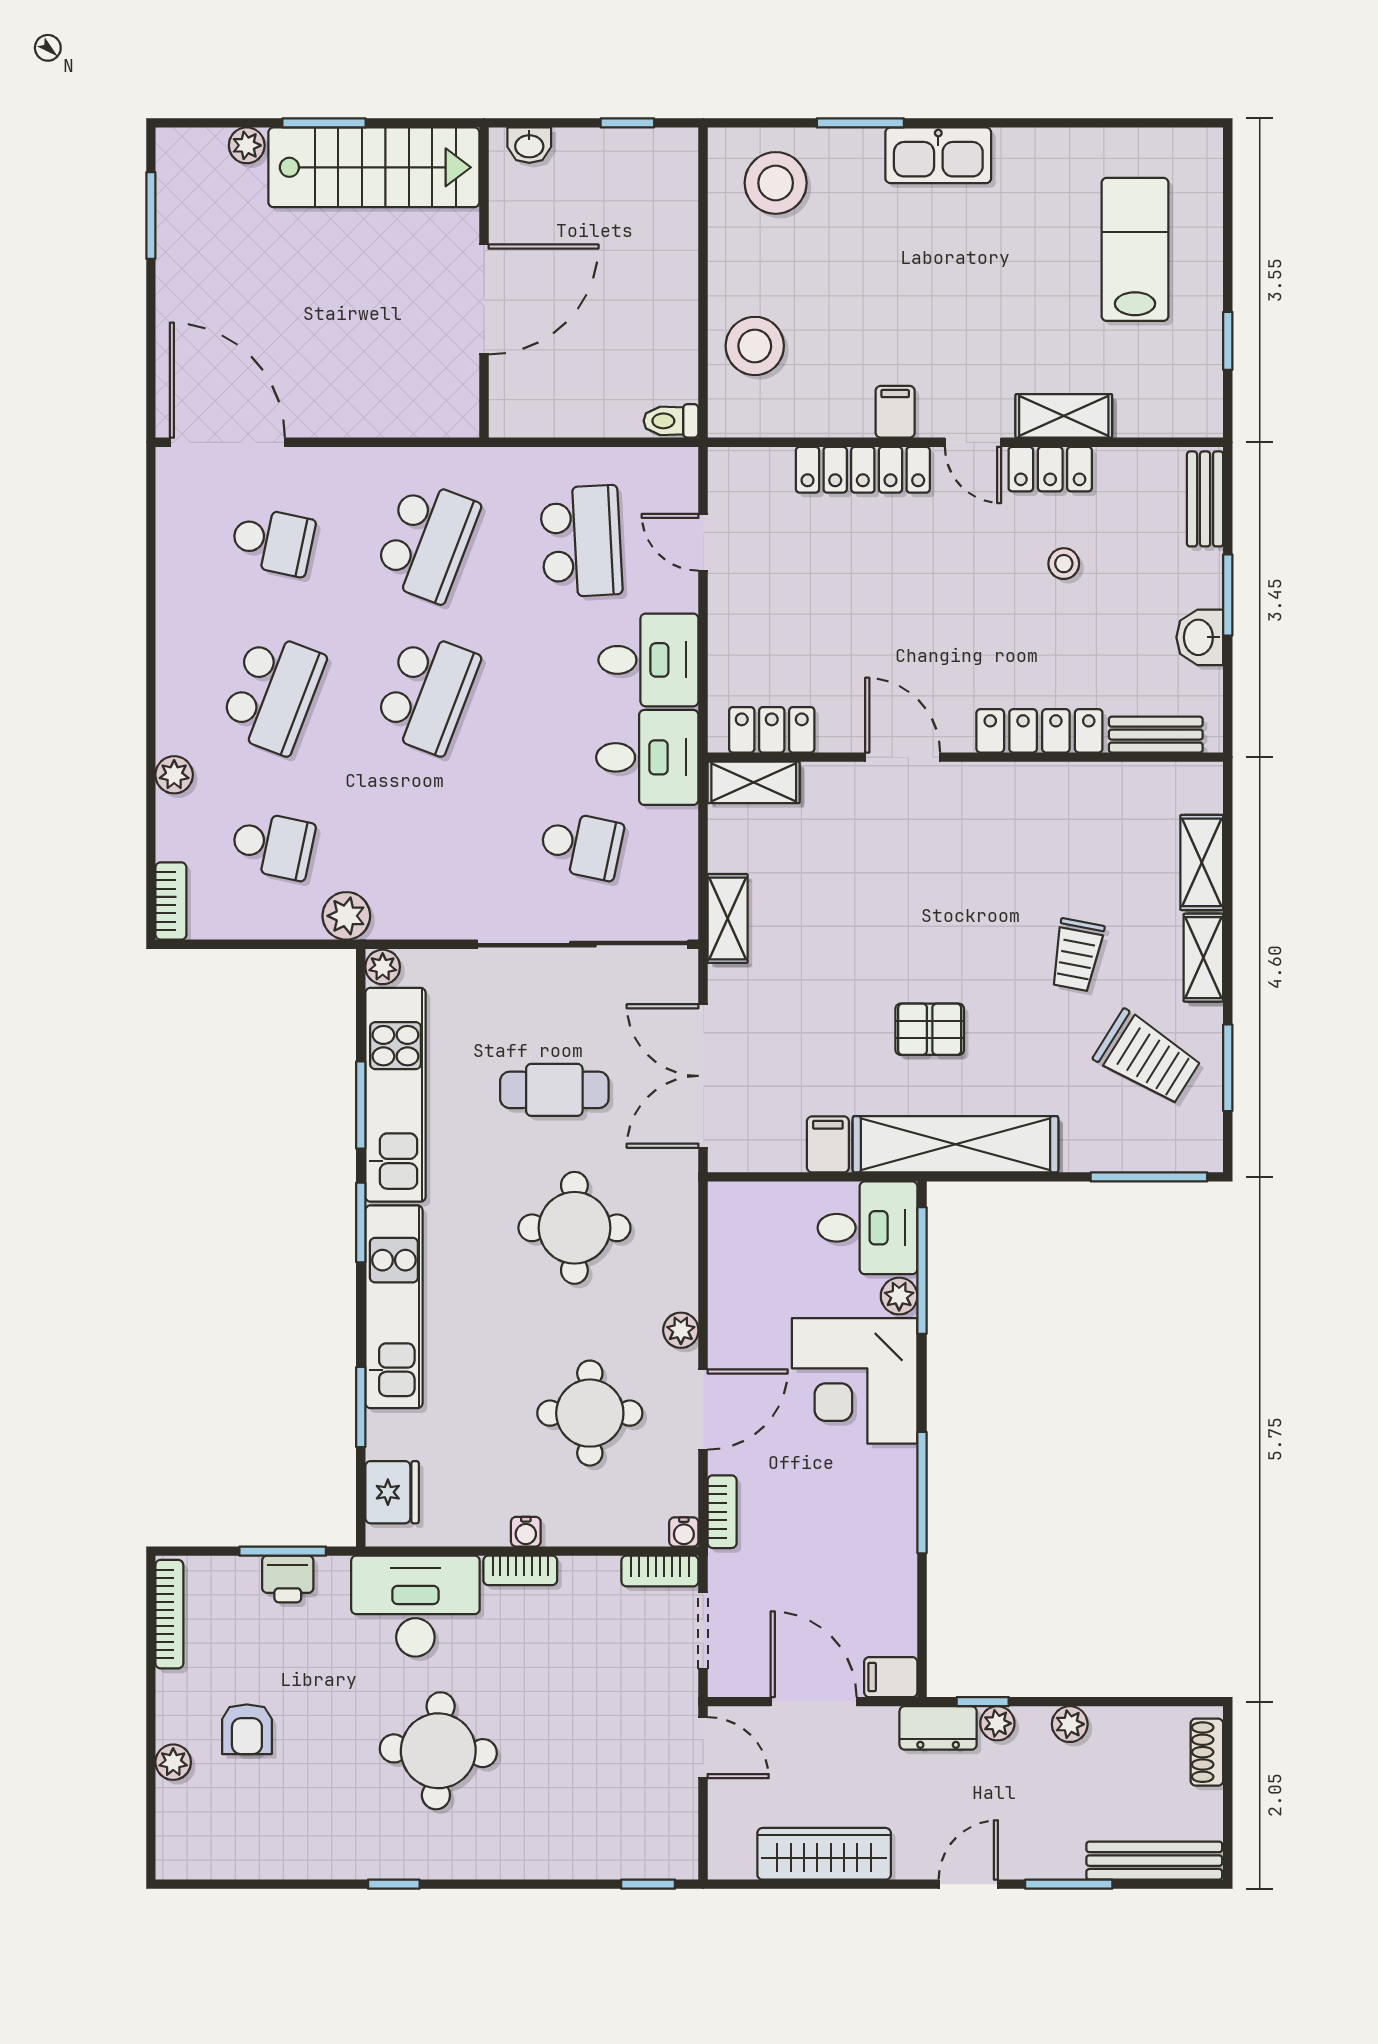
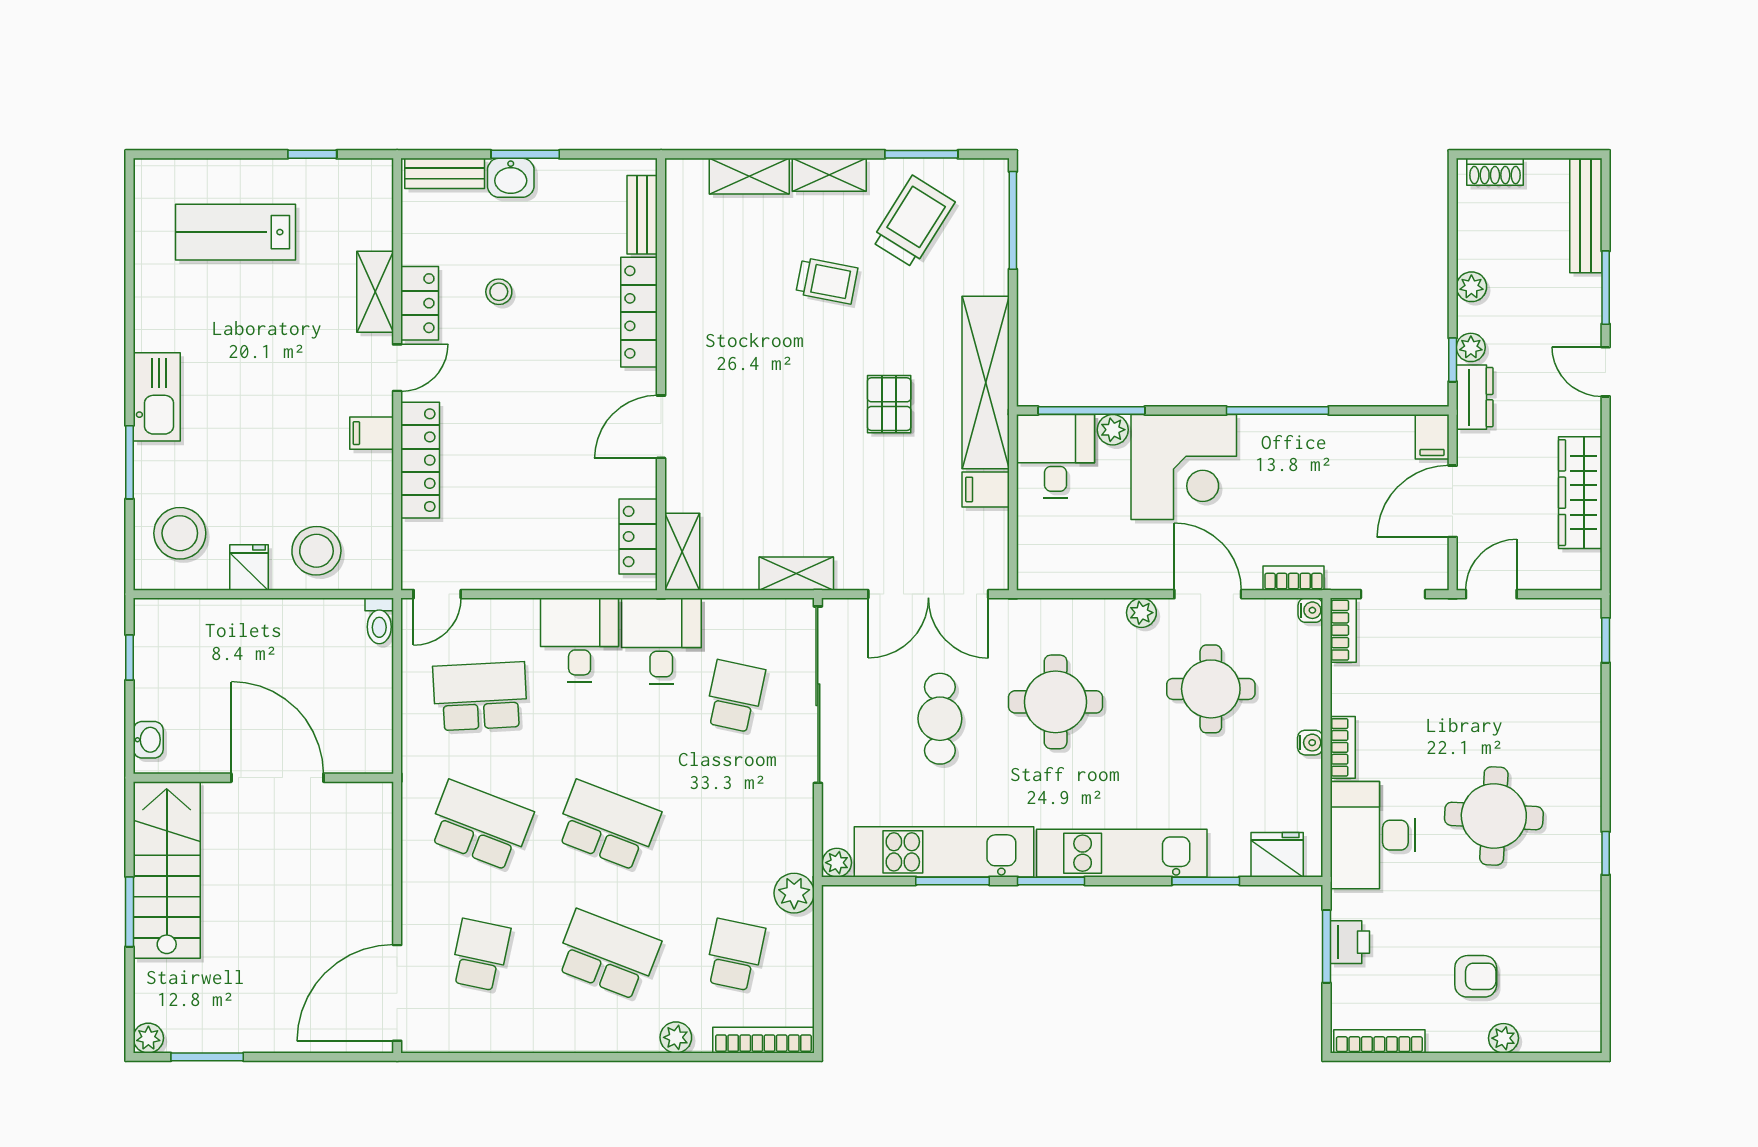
plant: (247, 145) -> (148, 1038), moved
fridge: (735, 265) -> (249, 567), added
door: (703, 542) -> (437, 594), moved
washbasin: (1200, 637) -> (511, 178), moved
bookcase: (171, 901) -> (763, 1040), width x1.56

